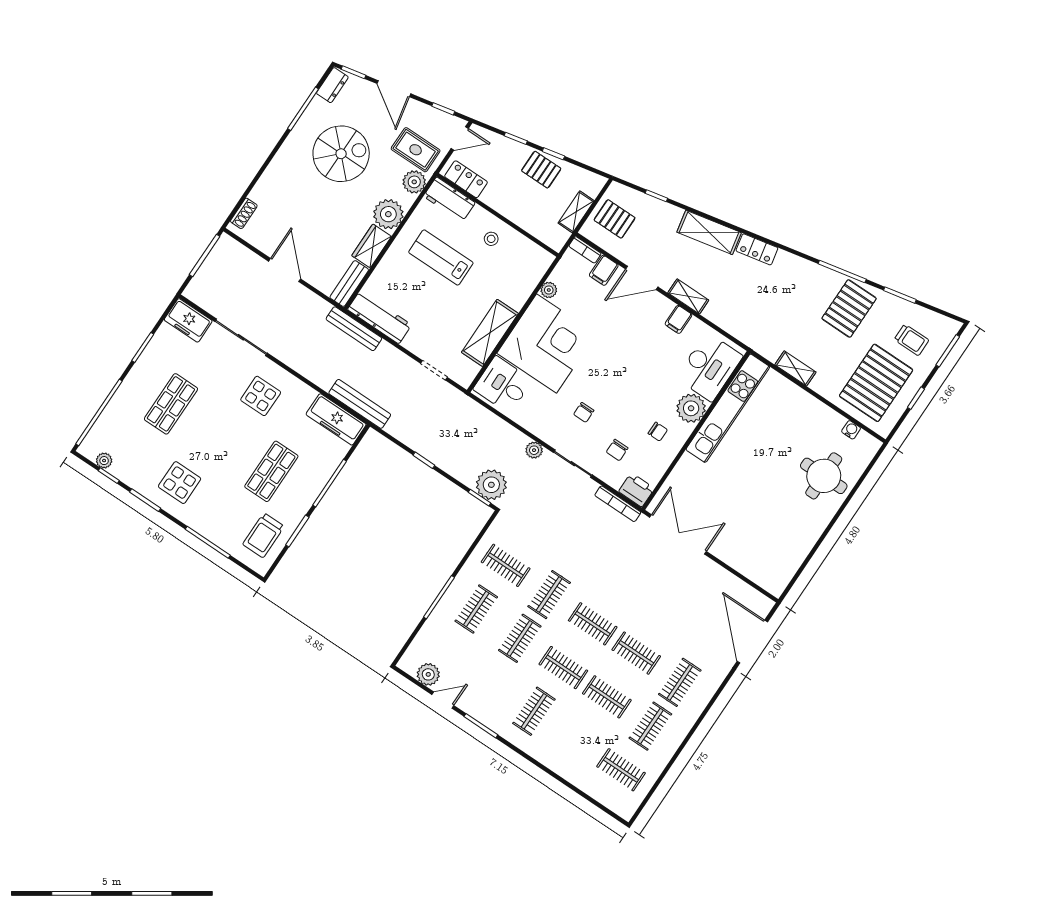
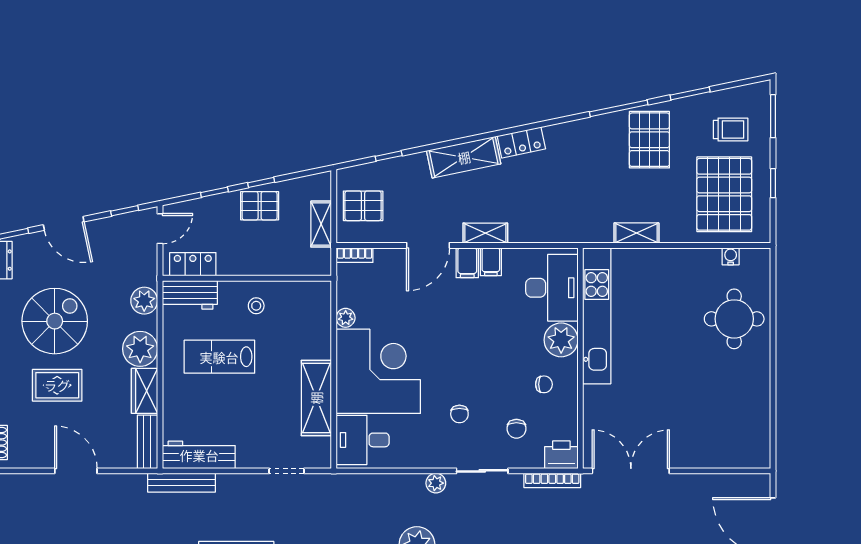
rug: (416, 150) -> (57, 385), moved
filing cabinet: (604, 270) -> (467, 263), moved

